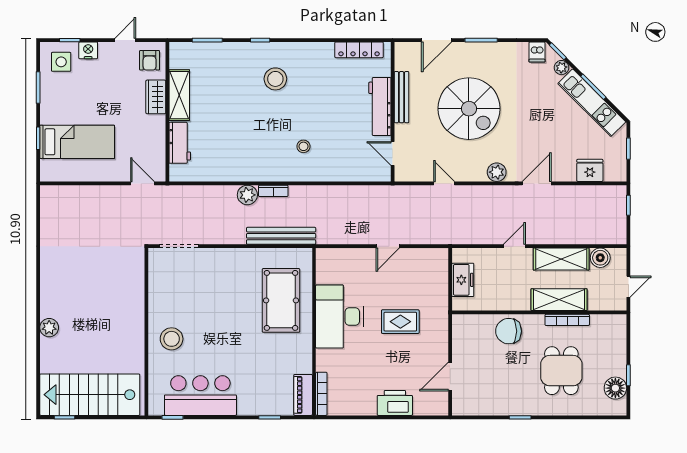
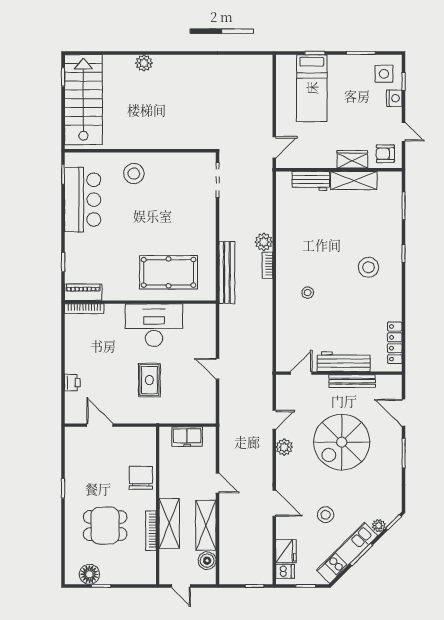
dishwasher: (537, 52) -> (285, 571), moved, turned 180
stool: (549, 126) -> (326, 515), added
plant: (497, 172) -> (284, 447), moved
printer: (395, 403) -> (72, 383), width x0.53, depth x0.68

